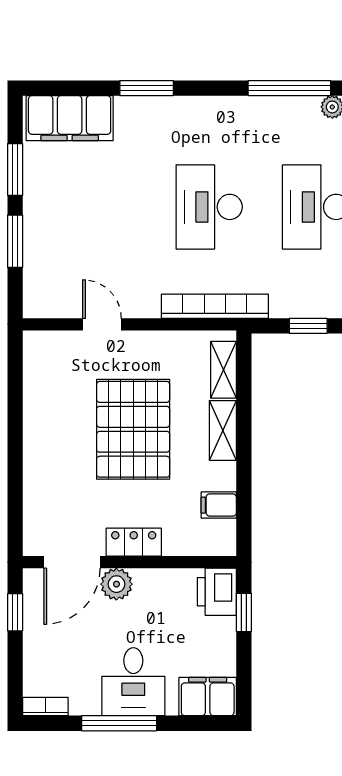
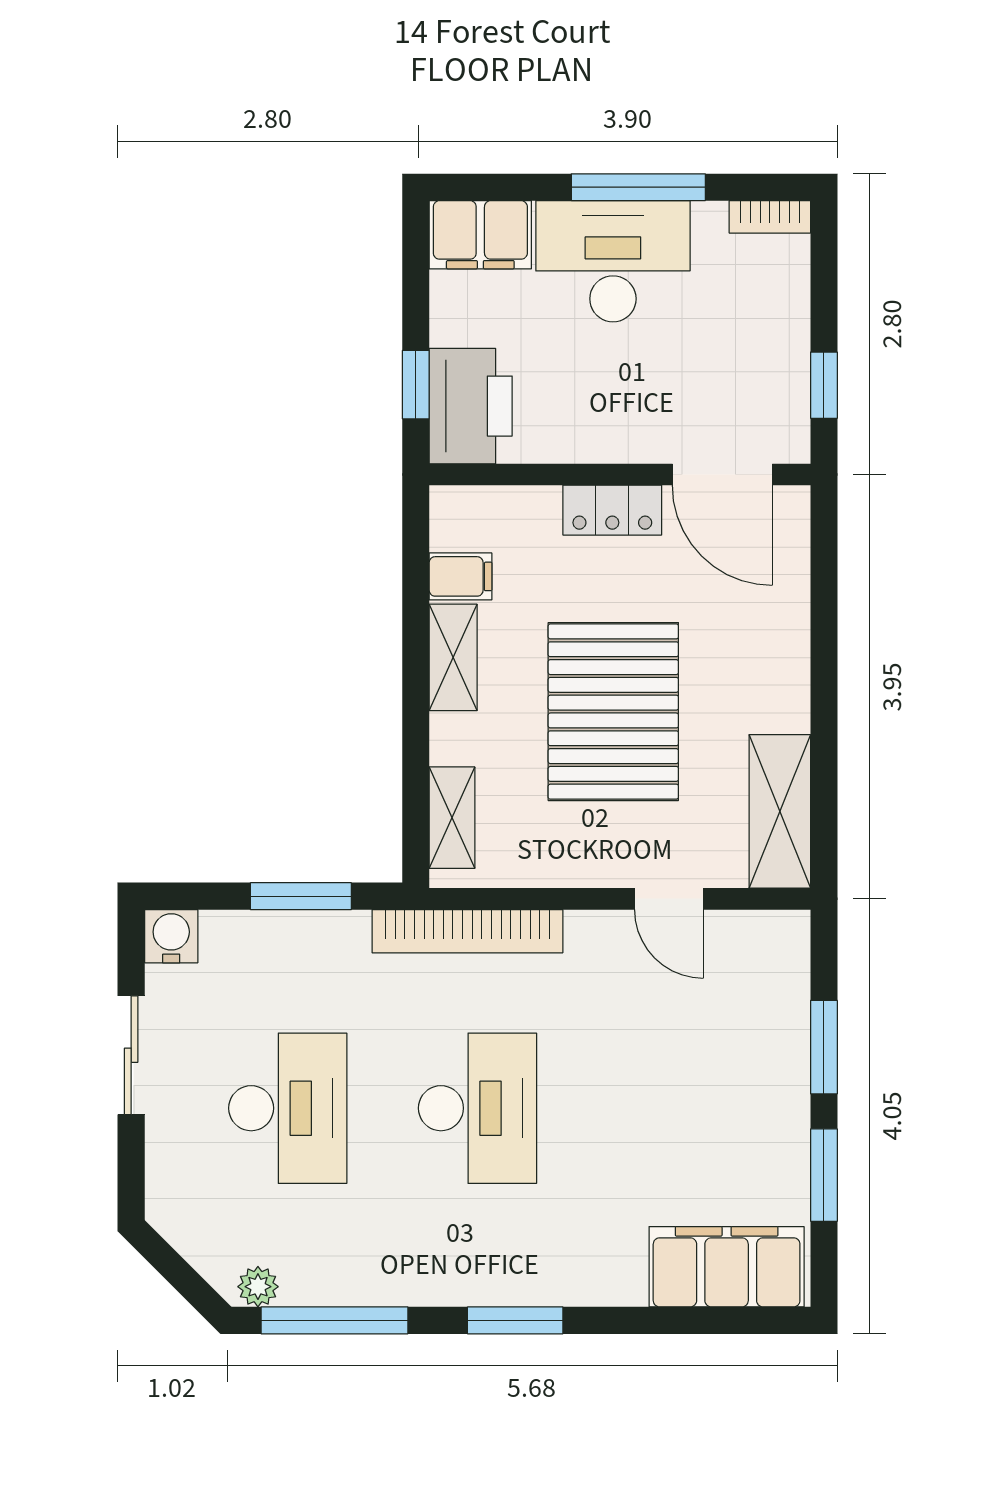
window: (147, 88) -> (515, 1320), moved
window: (308, 326) -> (301, 896), width x1.50
shelving: (40, 373) -> (780, 811), added
shelving: (223, 430) -> (453, 657), moved
door: (72, 562) -> (722, 475), swing flipped
plant: (116, 584) -> (643, 435), removed
printer: (217, 592) -> (471, 406), width x1.37, depth x1.19
desk: (133, 682) -> (613, 261), width x1.37

